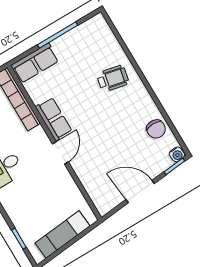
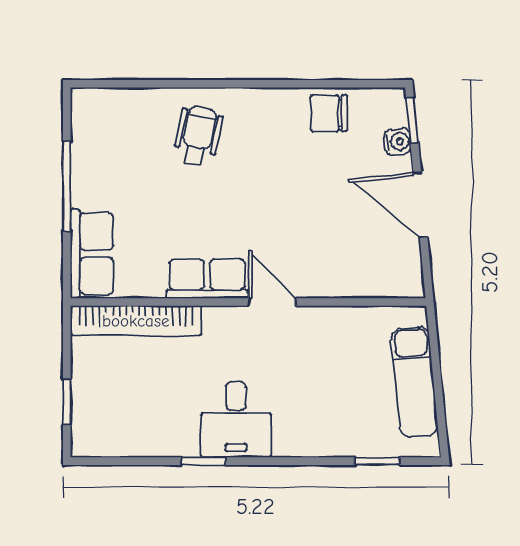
chair: (156, 129) -> (329, 113), turned 180
water cooler: (177, 154) -> (398, 142), moved
door: (140, 192) -> (420, 205), hinge flipped

